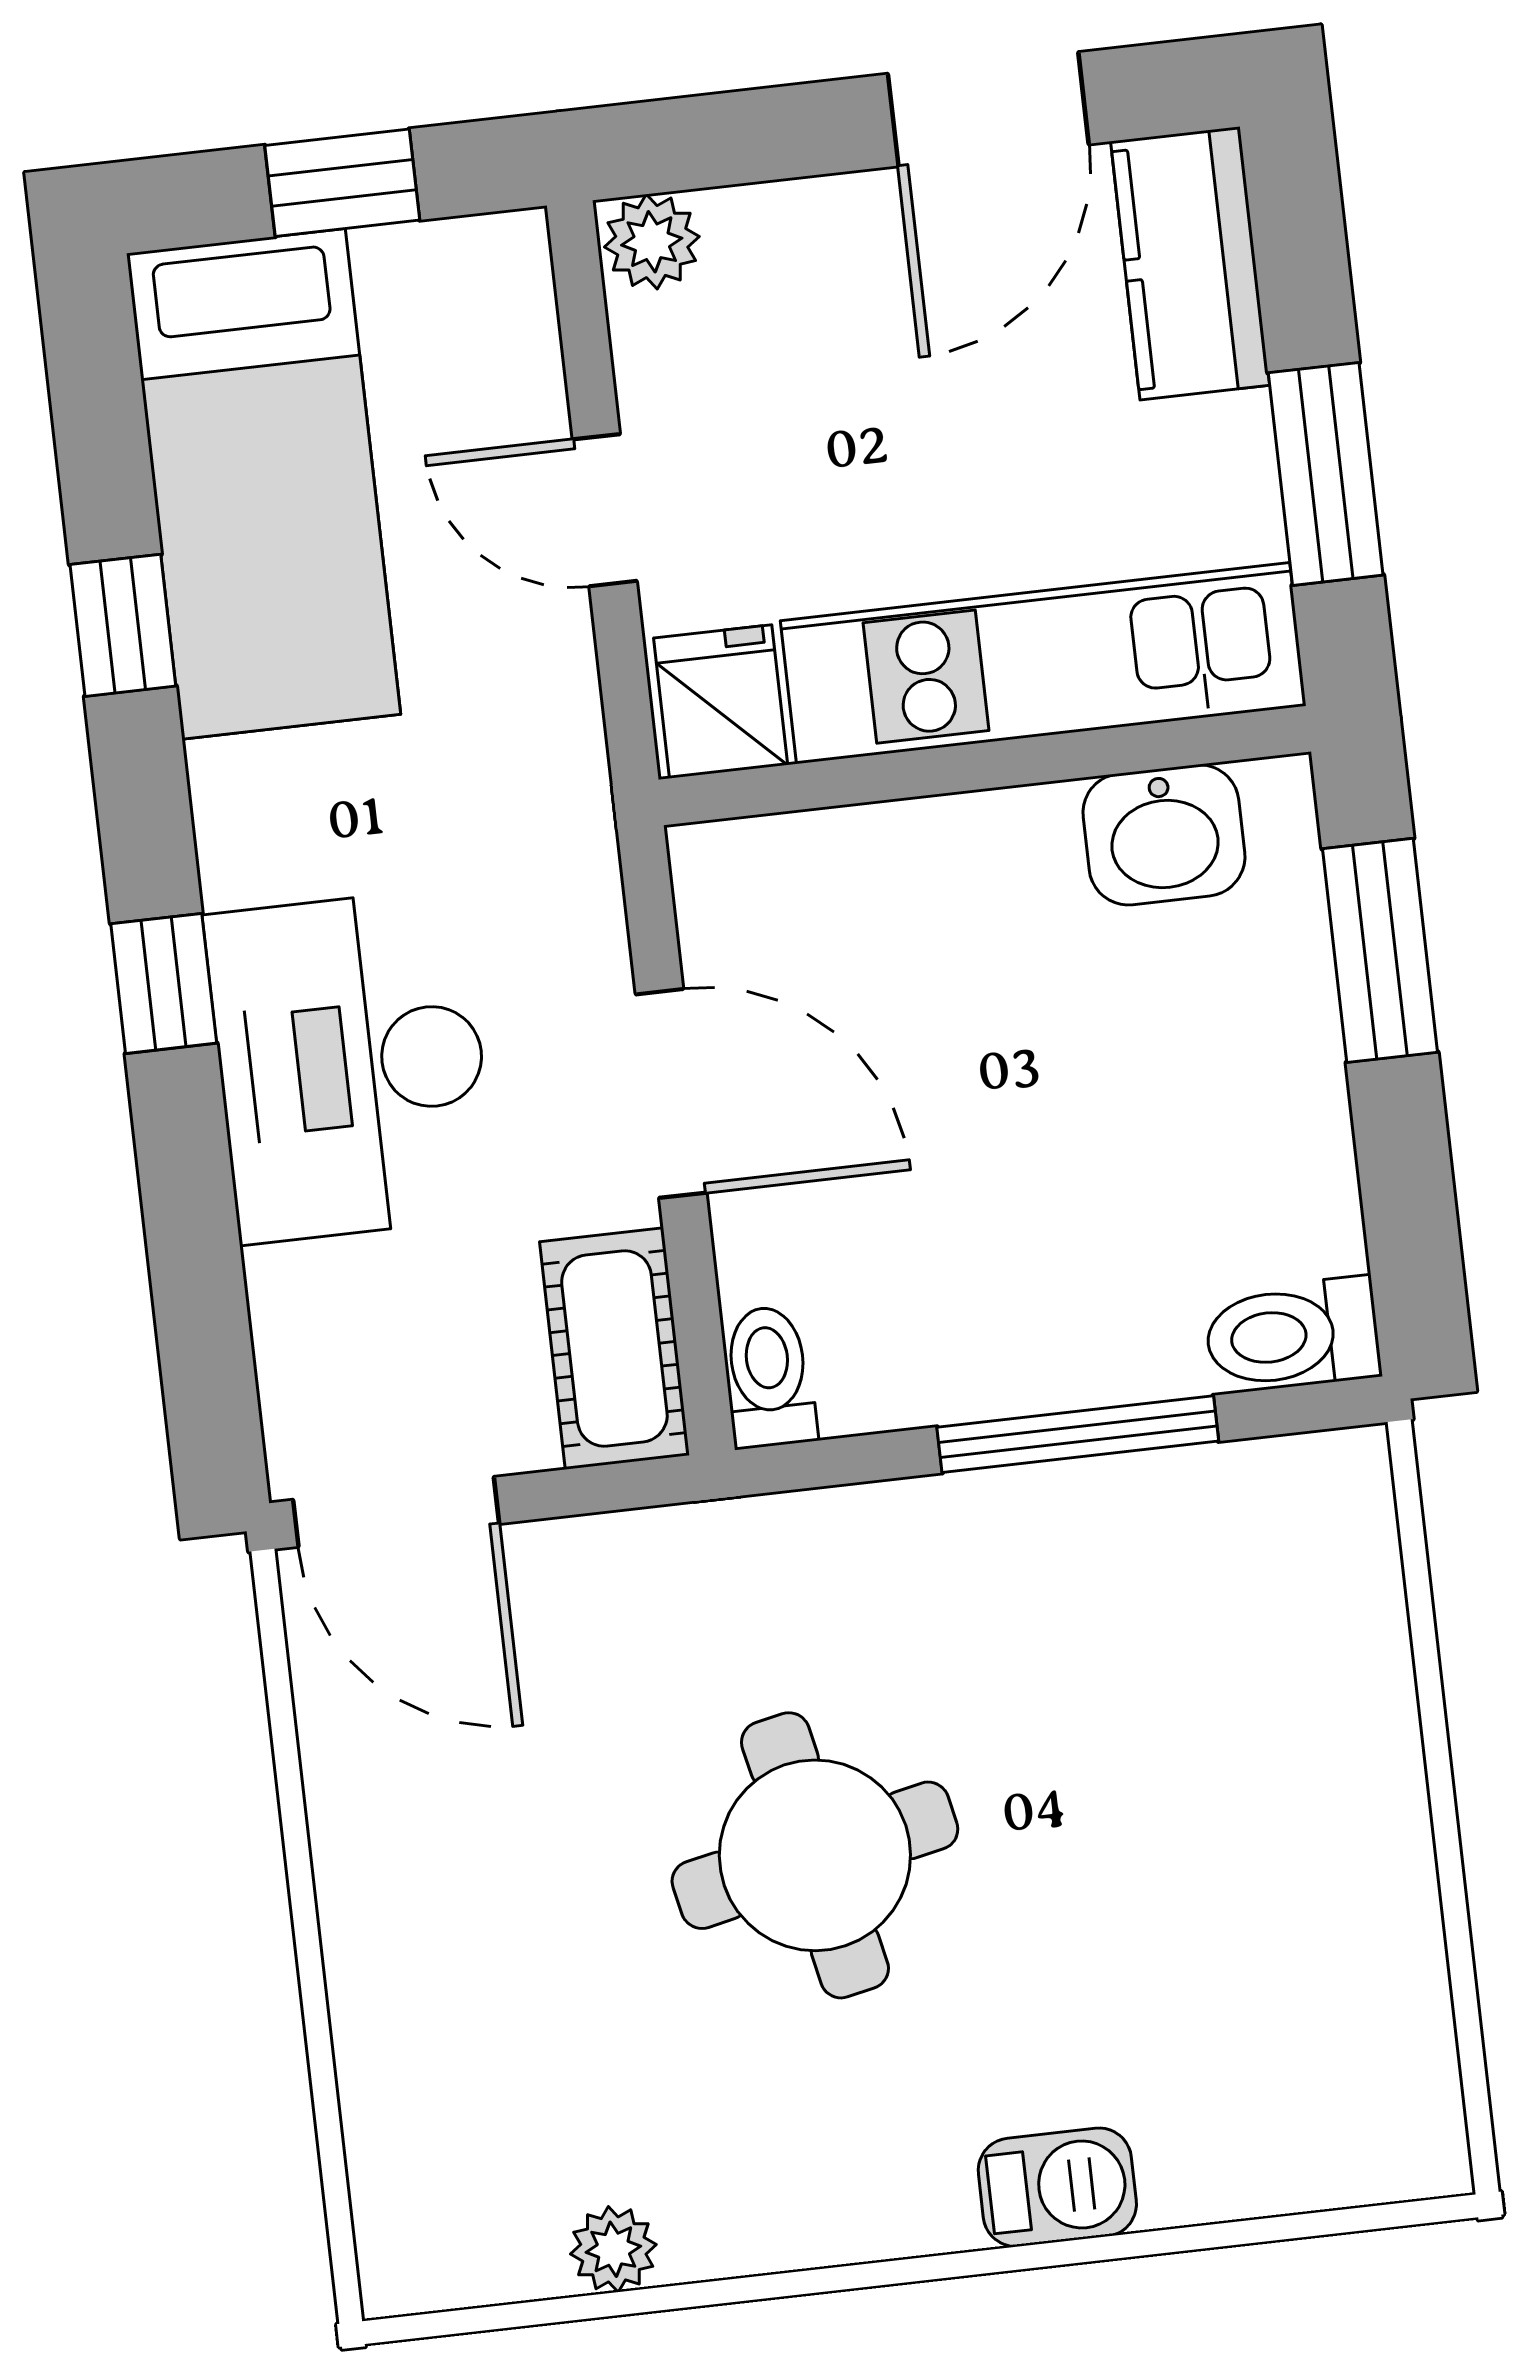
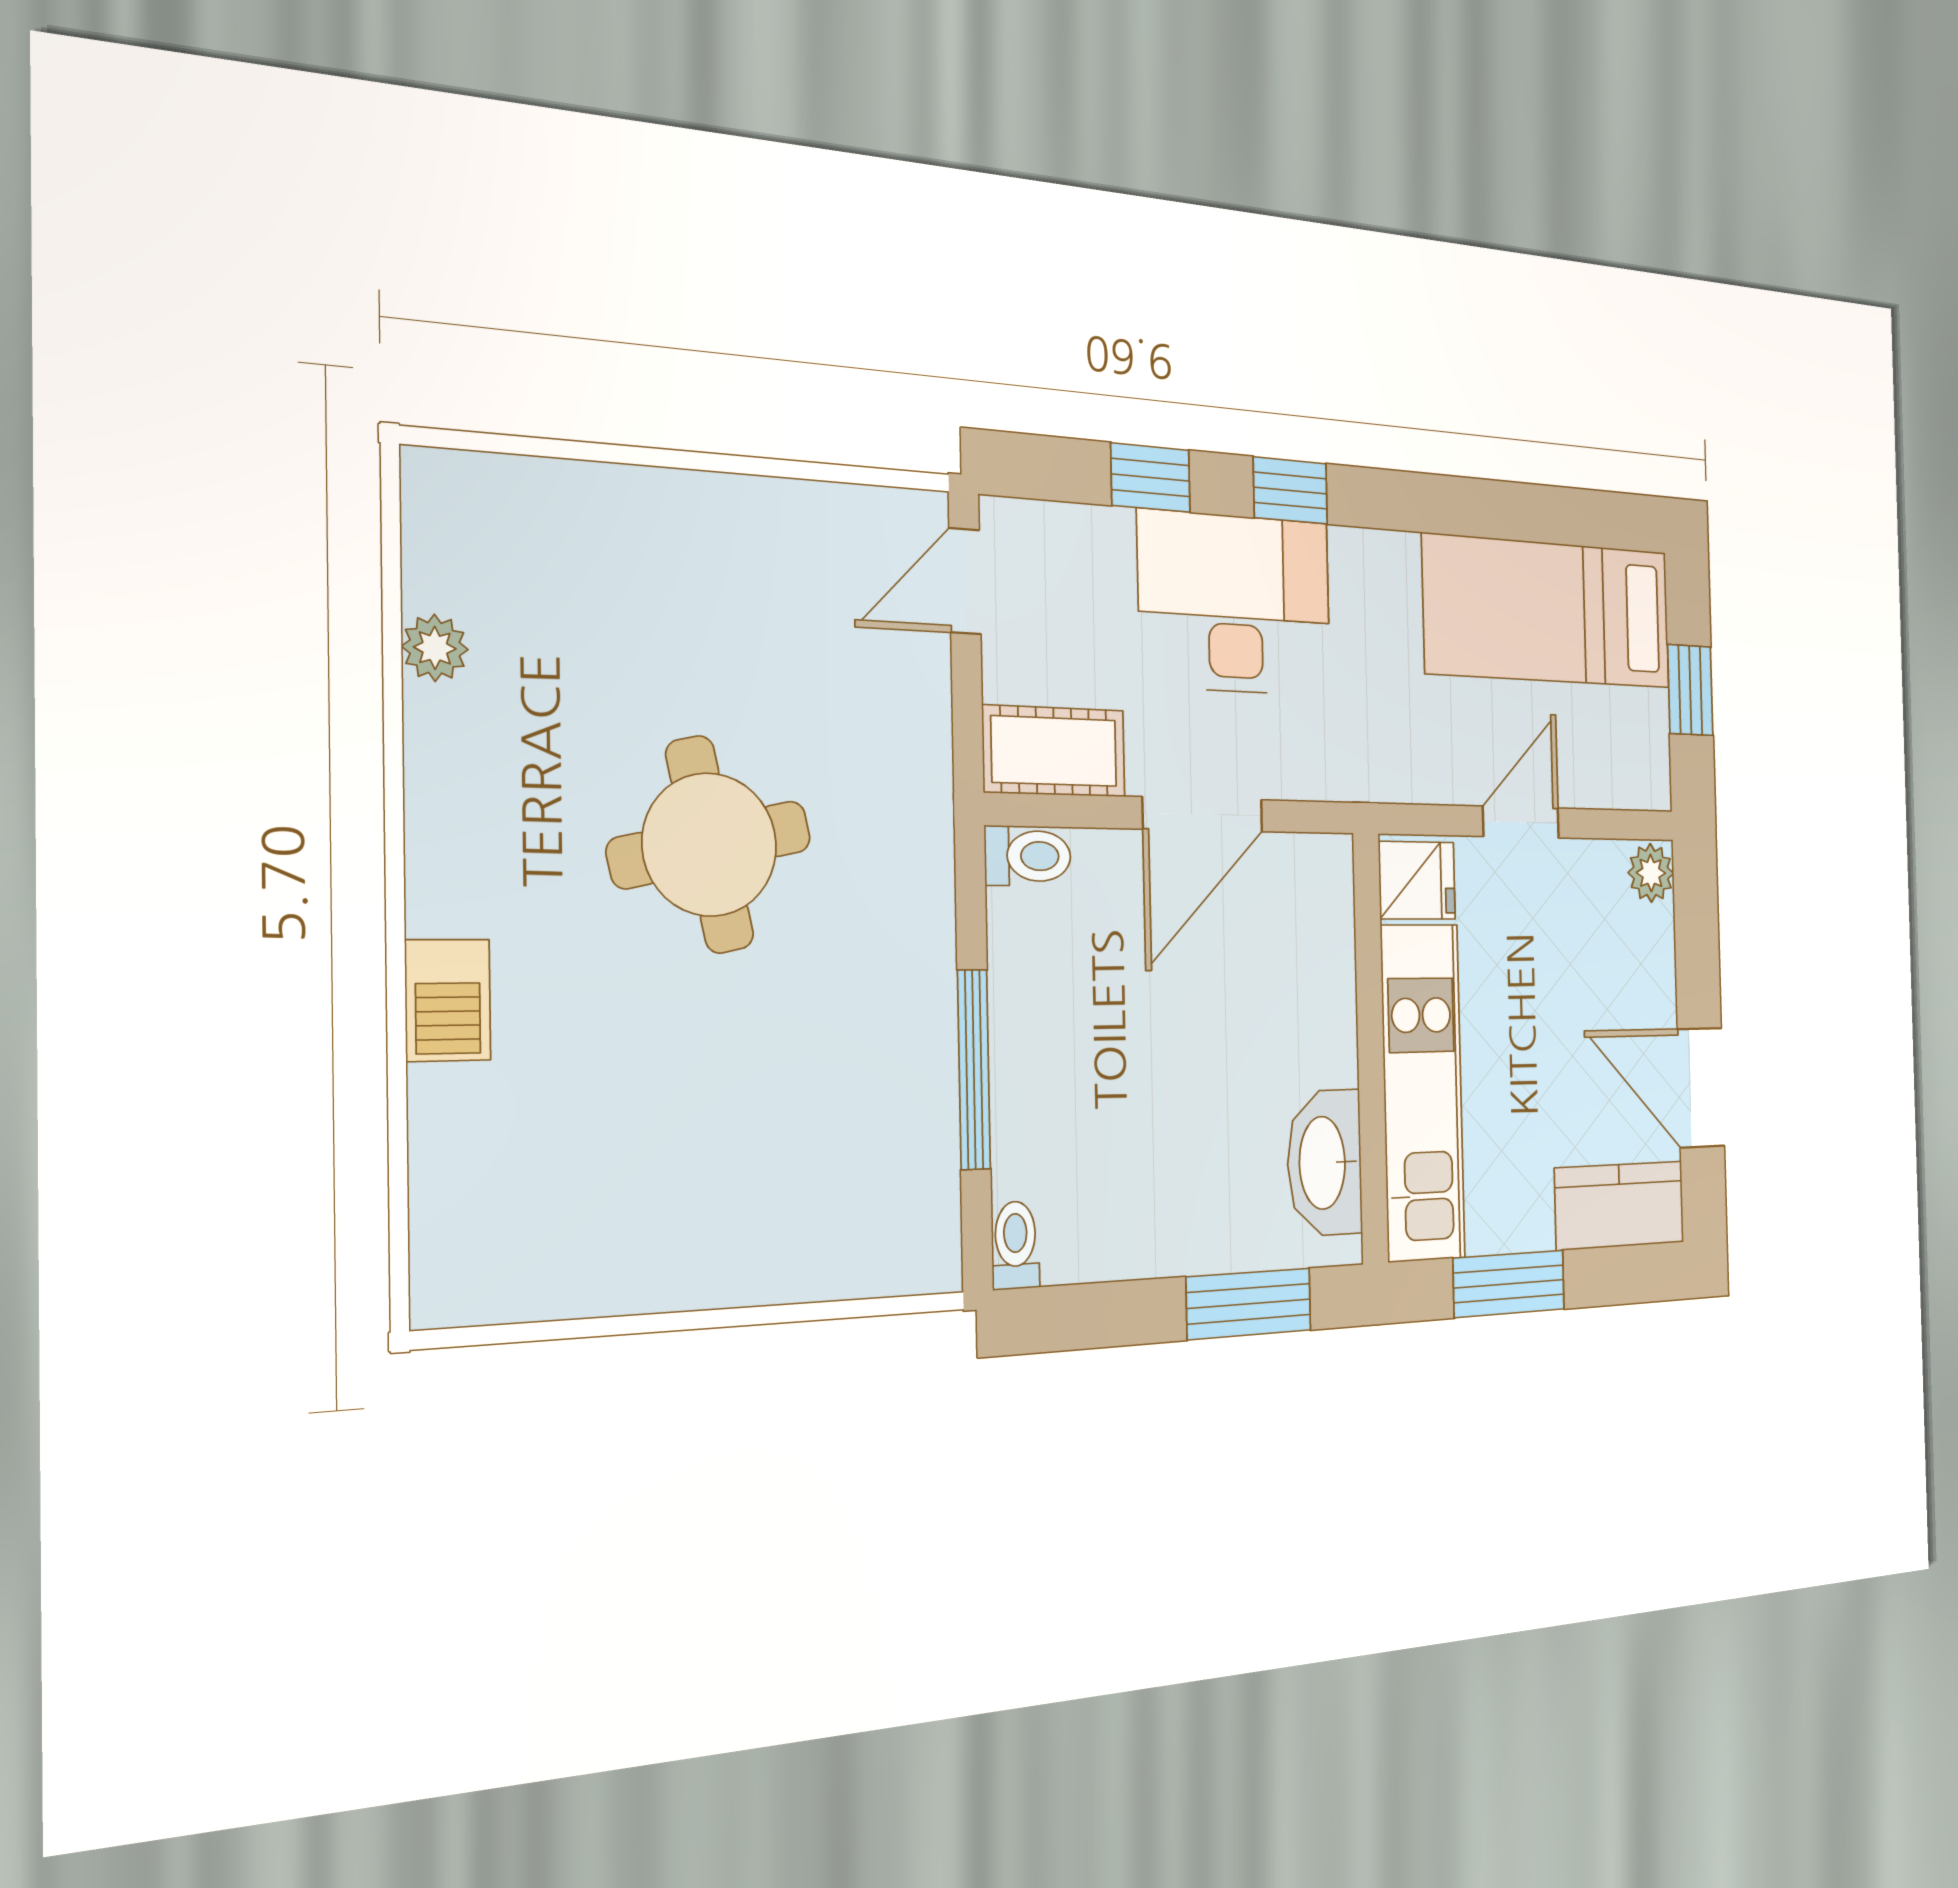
window: (123, 625) -> (1151, 478), moved
washbasin: (1164, 835) -> (1324, 1163), width x1.38
toilet: (1292, 1335) -> (1015, 1245), width x0.73, depth x0.72
door: (396, 1512) -> (965, 581), width x0.73

